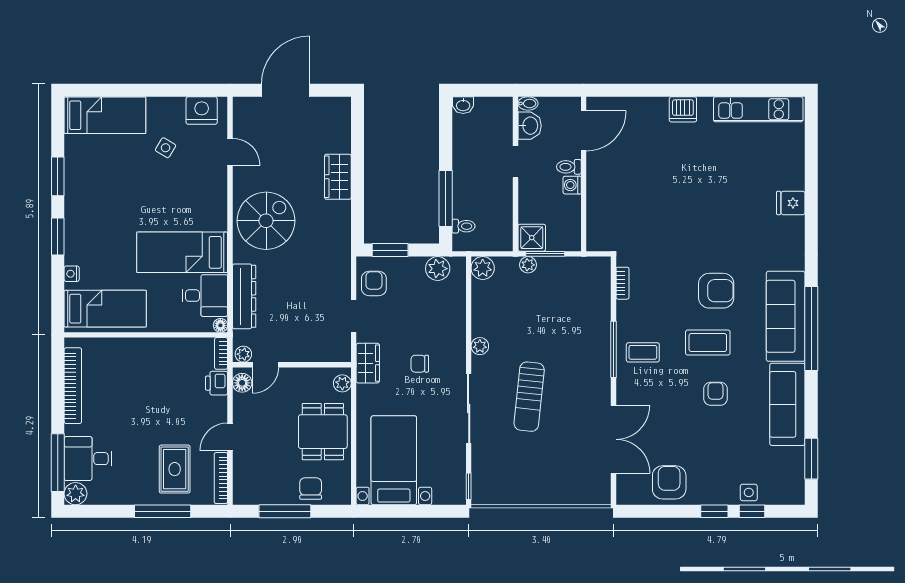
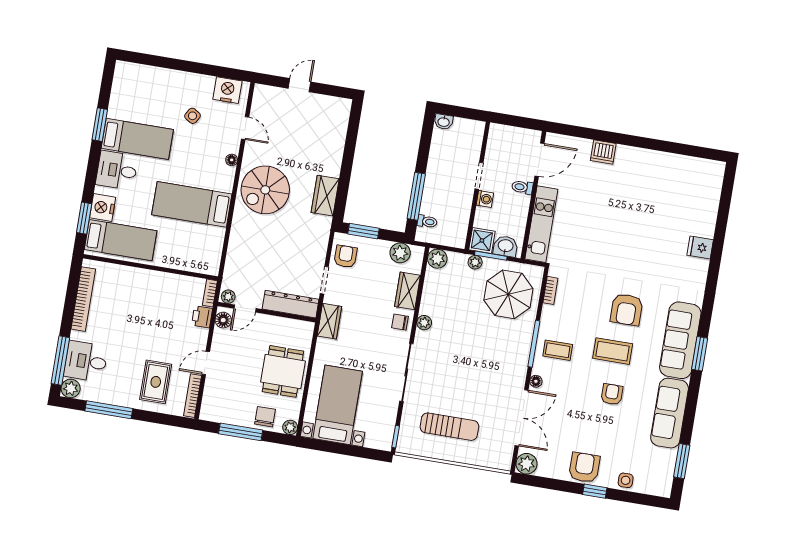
door: (286, 90) -> (299, 85), width x0.53
bidet: (528, 103) -> (497, 129), removed
dishwasher: (683, 109) -> (603, 152), moved
kitchen unit: (758, 109) -> (541, 224), moved, turned -90
bed: (105, 115) -> (137, 139), moved
washbasin: (530, 126) -> (506, 246), moved, turned -90
wardrobe: (338, 177) -> (325, 196), moved
washing machine: (572, 185) -> (485, 199), moved, turned 180
spiral stairs: (266, 221) -> (265, 190), turned 180
window: (58, 237) -> (84, 218), moved
nightstand: (72, 274) -> (103, 207), width x1.89, depth x1.79
armchair: (716, 291) -> (627, 310), turned 90
desk: (205, 296) -> (117, 170), moved, turned 180
dresser: (244, 296) -> (291, 304), moved, turned -90
parasol: (574, 296) -> (508, 294), added
wardrobe: (454, 312) -> (407, 291), added
floor lamp: (220, 325) -> (232, 160), moved
window: (811, 328) -> (700, 354), width x0.47
chair: (420, 364) -> (400, 322), moved
plant: (342, 383) -> (290, 427), moved
floor lamp: (623, 393) -> (536, 381), added
sun lounger: (529, 397) -> (449, 427), moved, turned -96
armchair: (669, 482) -> (584, 468), moved
plant: (629, 492) -> (527, 464), added
window: (163, 511) -> (109, 410), moved
window: (752, 511) -> (626, 496), removed

